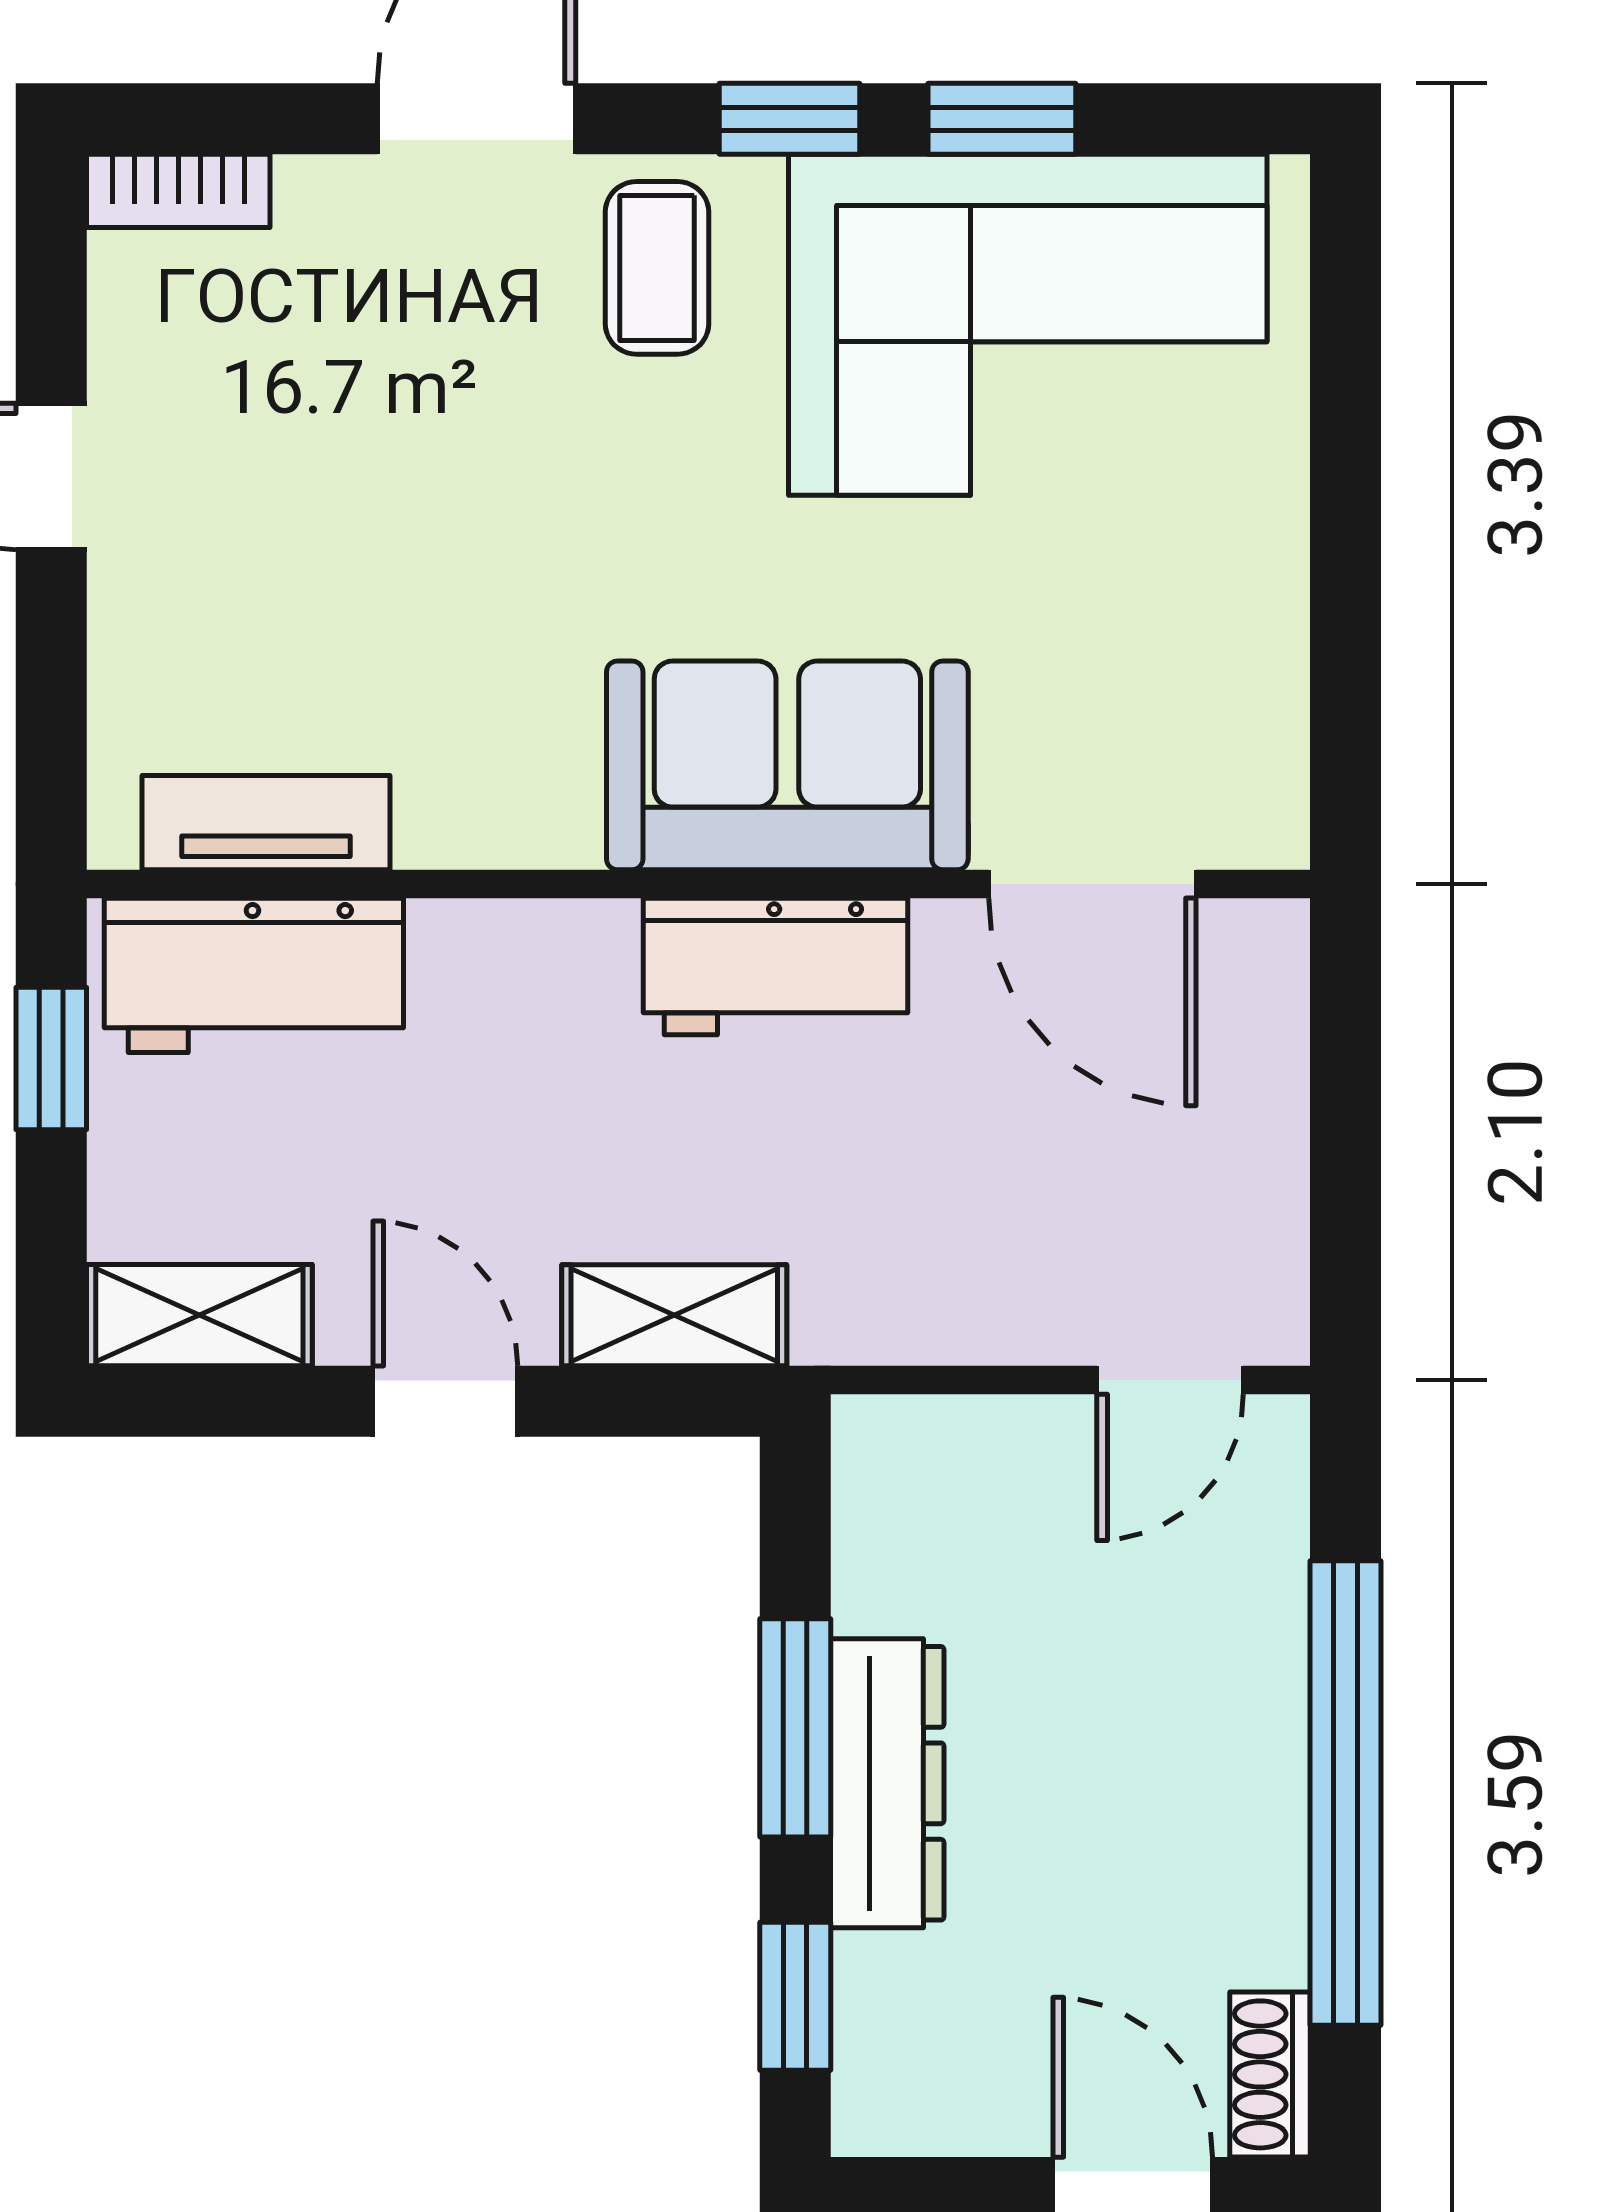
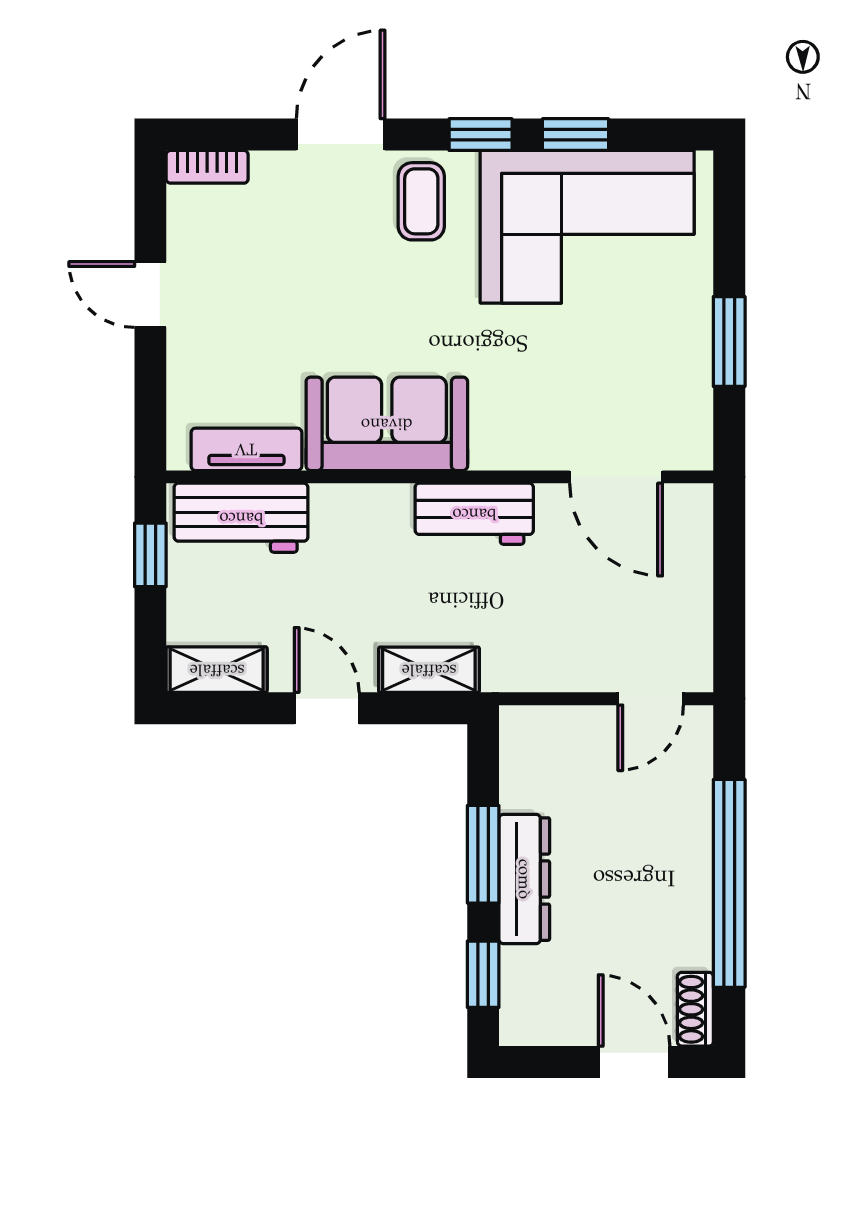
window: (1345, 581) -> (729, 341), added
sofa: (787, 765) -> (387, 424), moved

